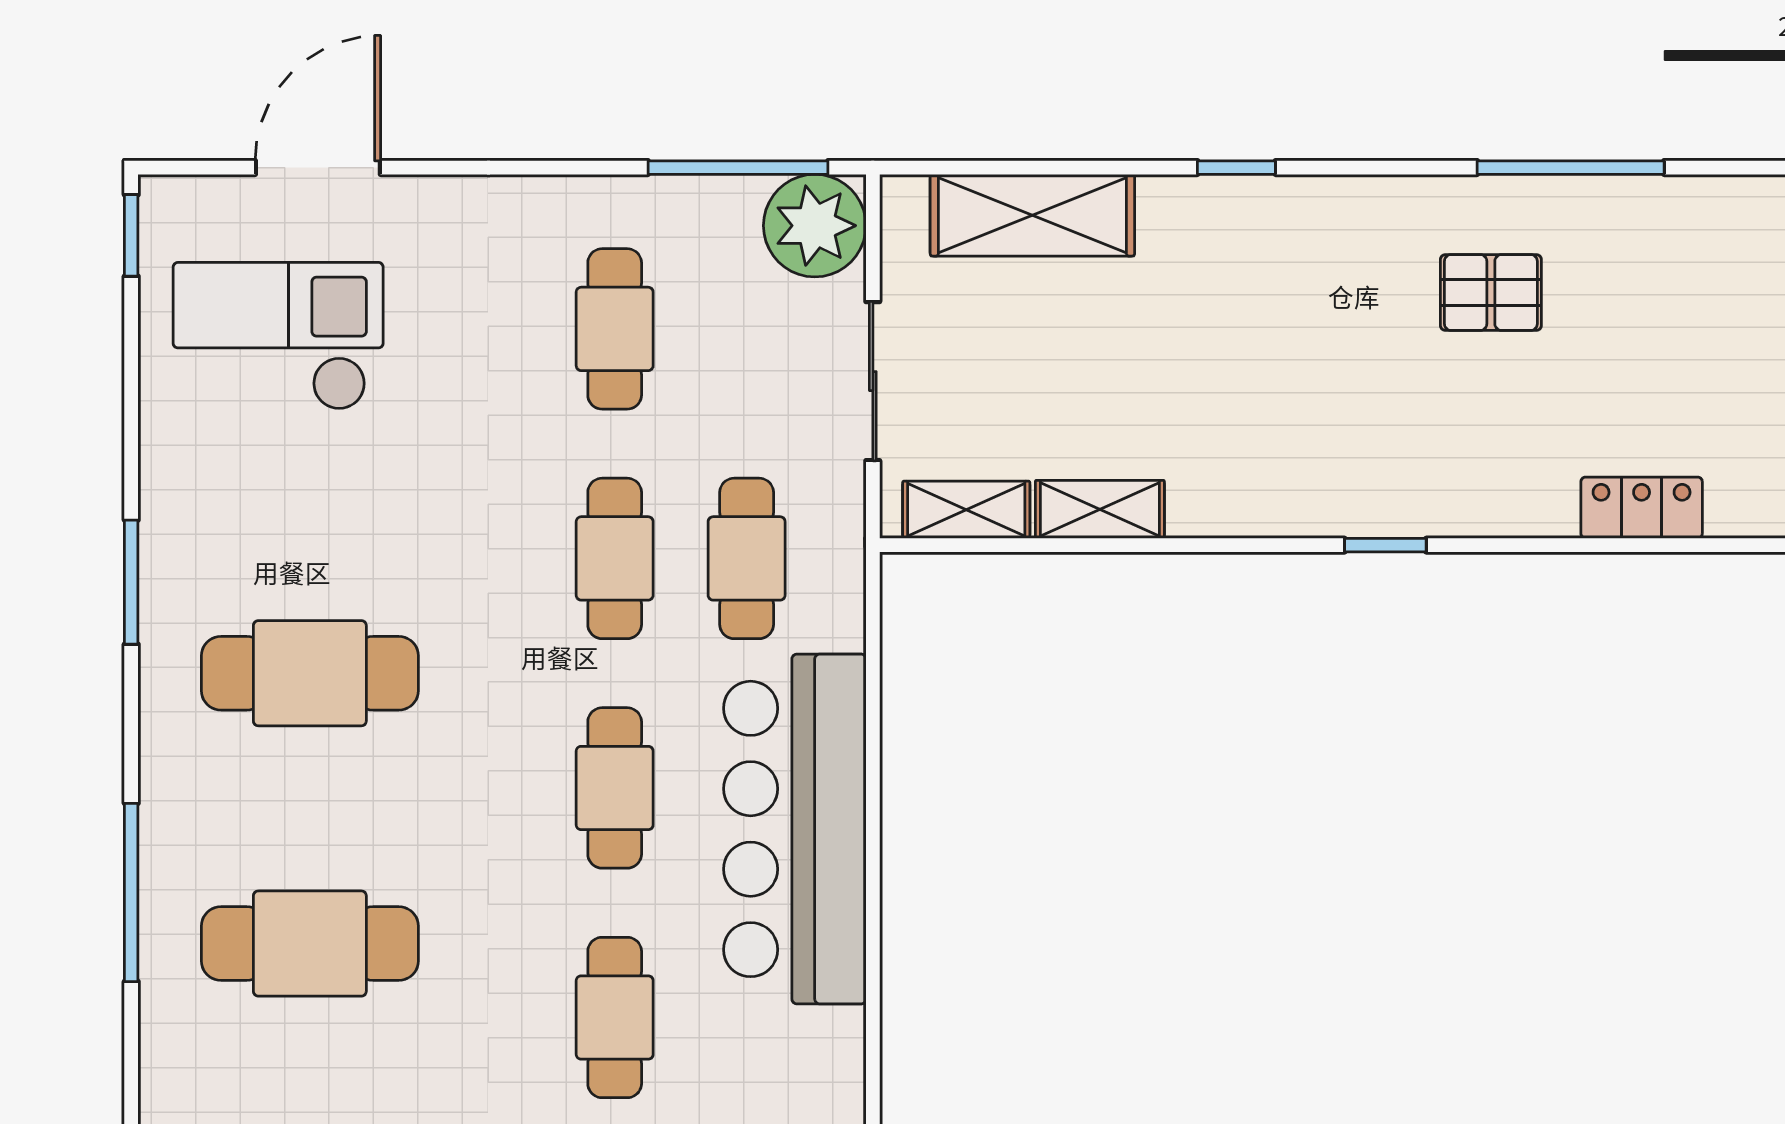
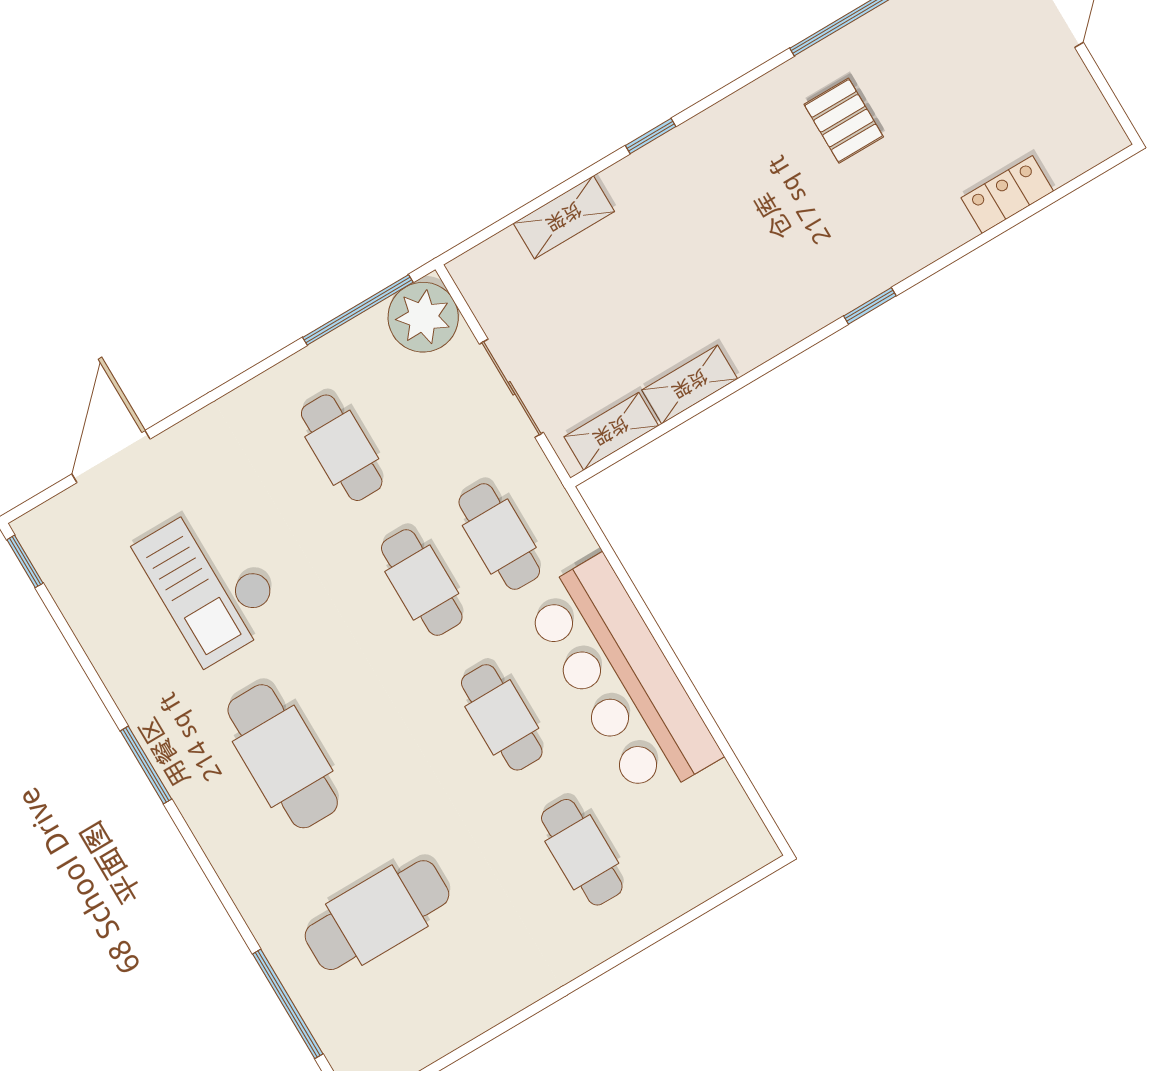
shelving: (1032, 215) -> (564, 217), width x0.67, depth x0.75
pallet: (1491, 292) -> (844, 121), turned 90
checkout: (278, 336) -> (210, 582), moved, turned -90
cafe table: (310, 673) -> (283, 756), turned 90
window: (131, 892) -> (288, 1004), moved

